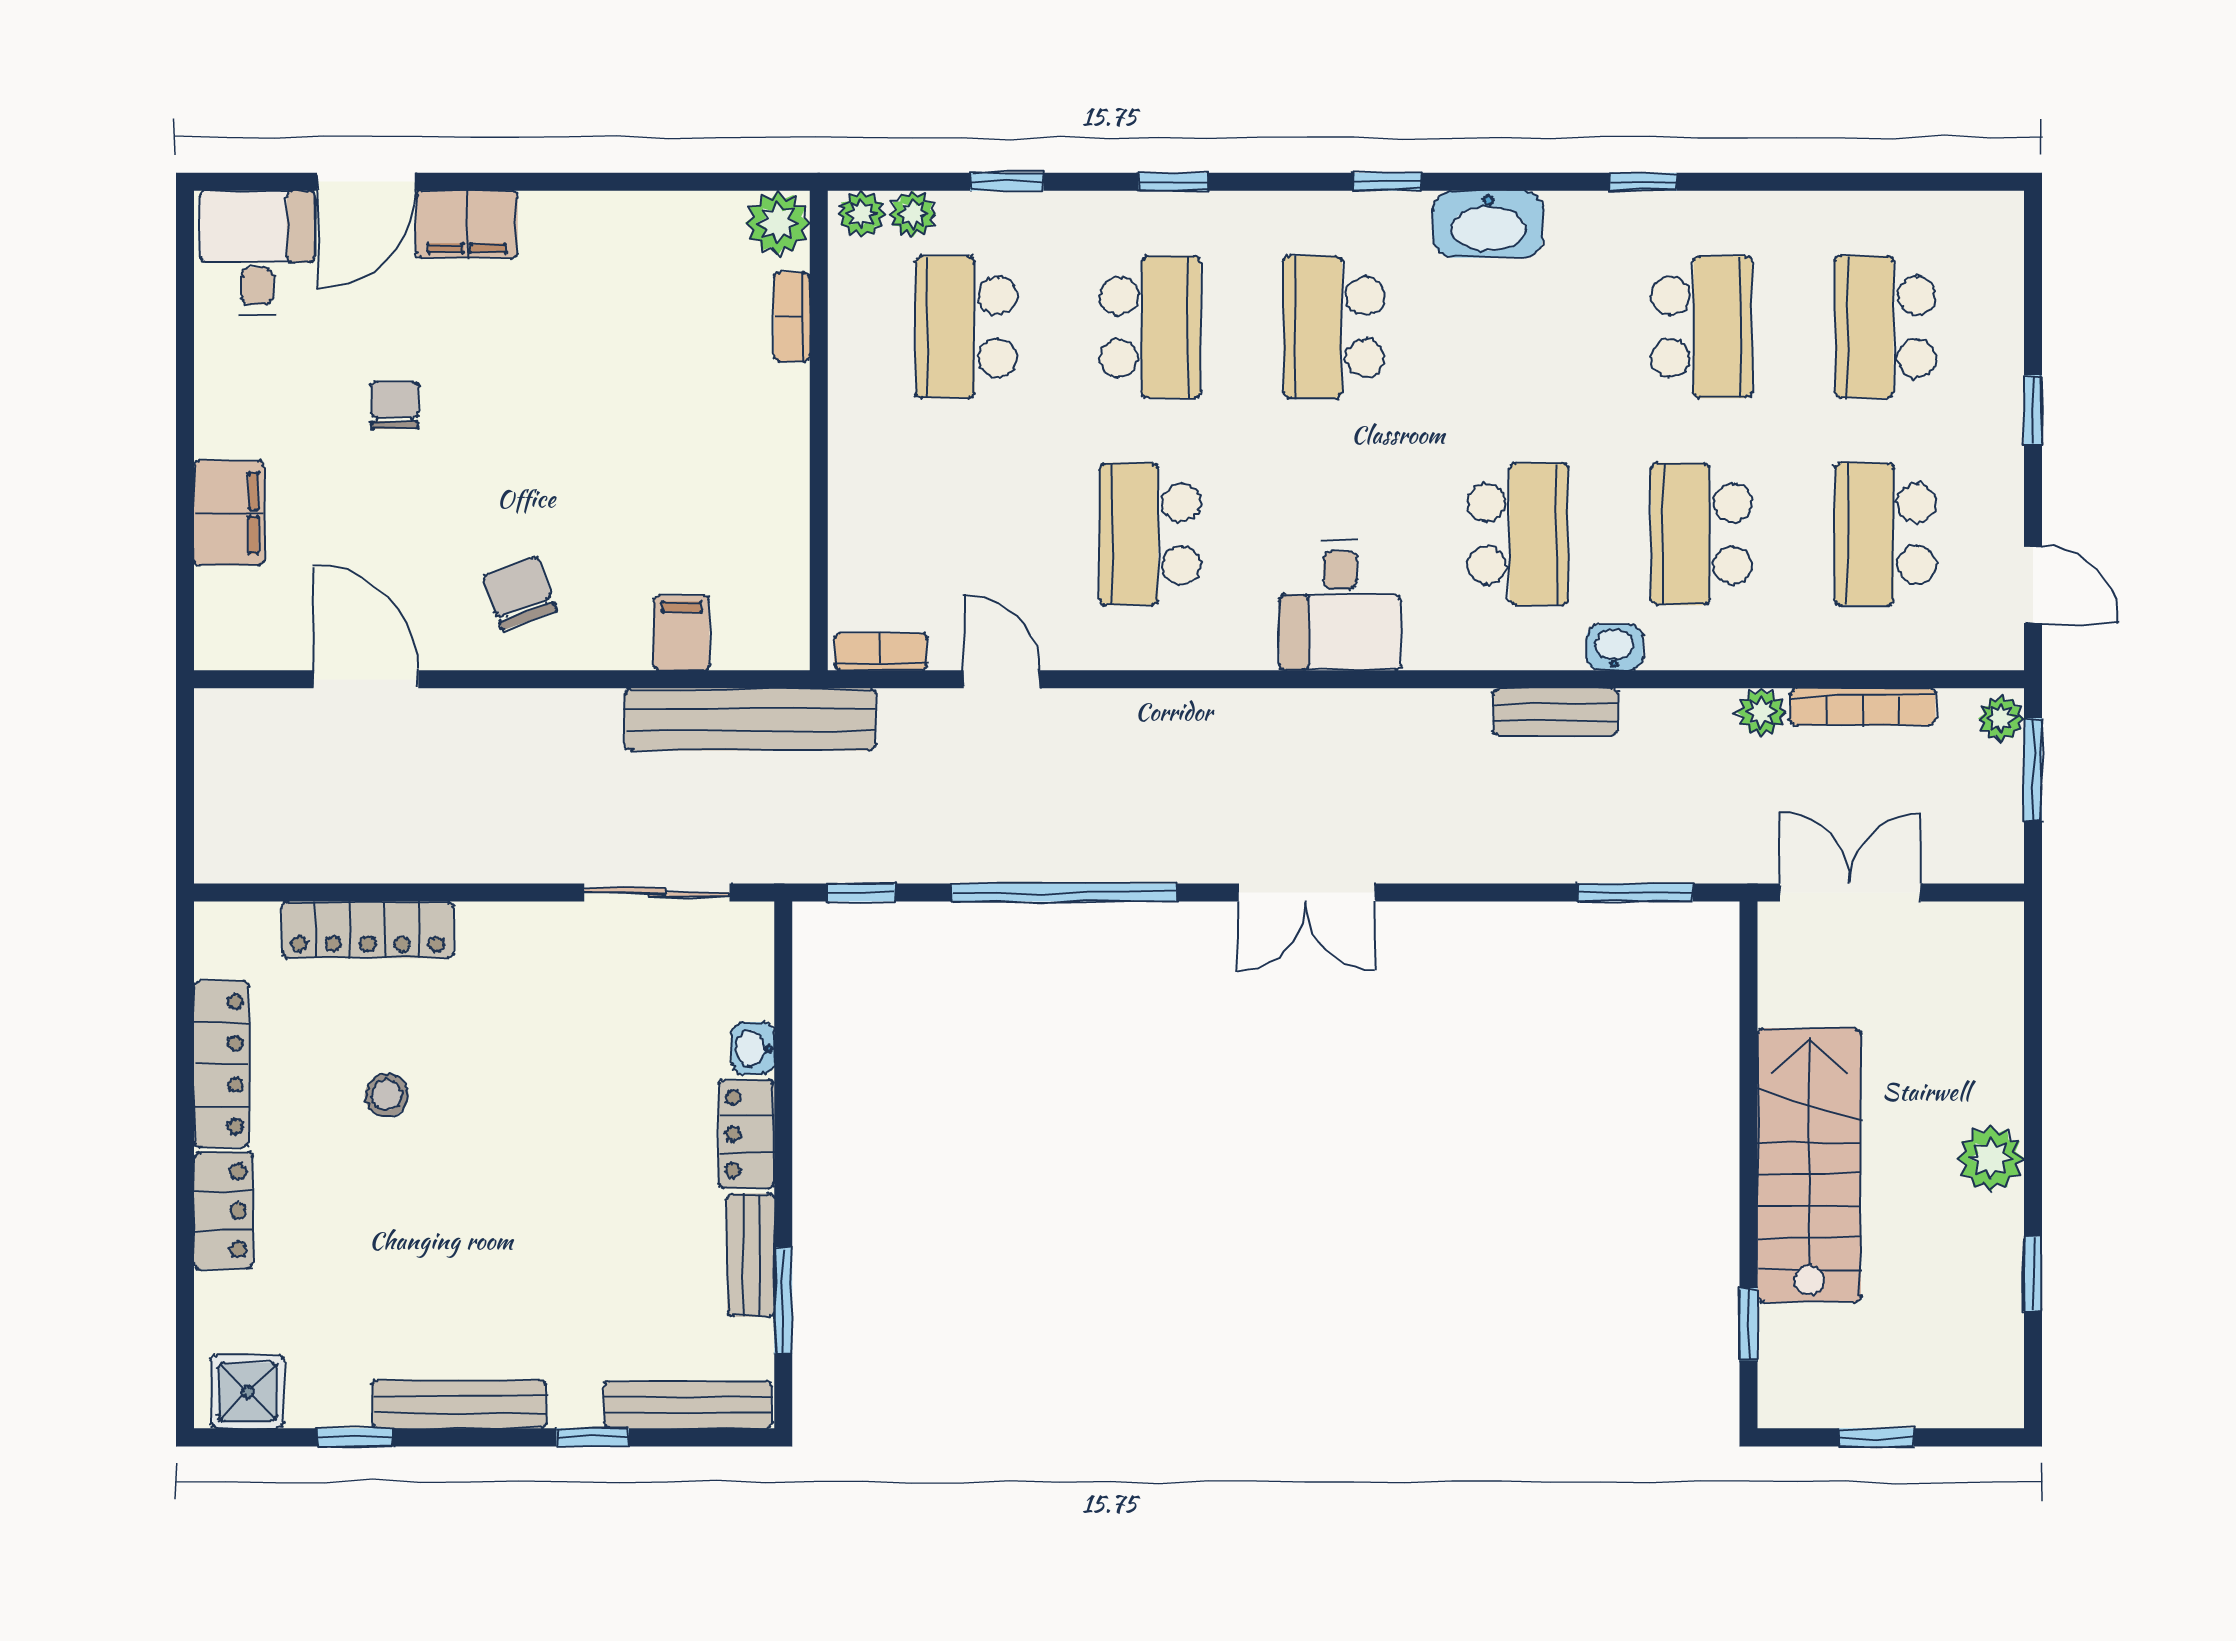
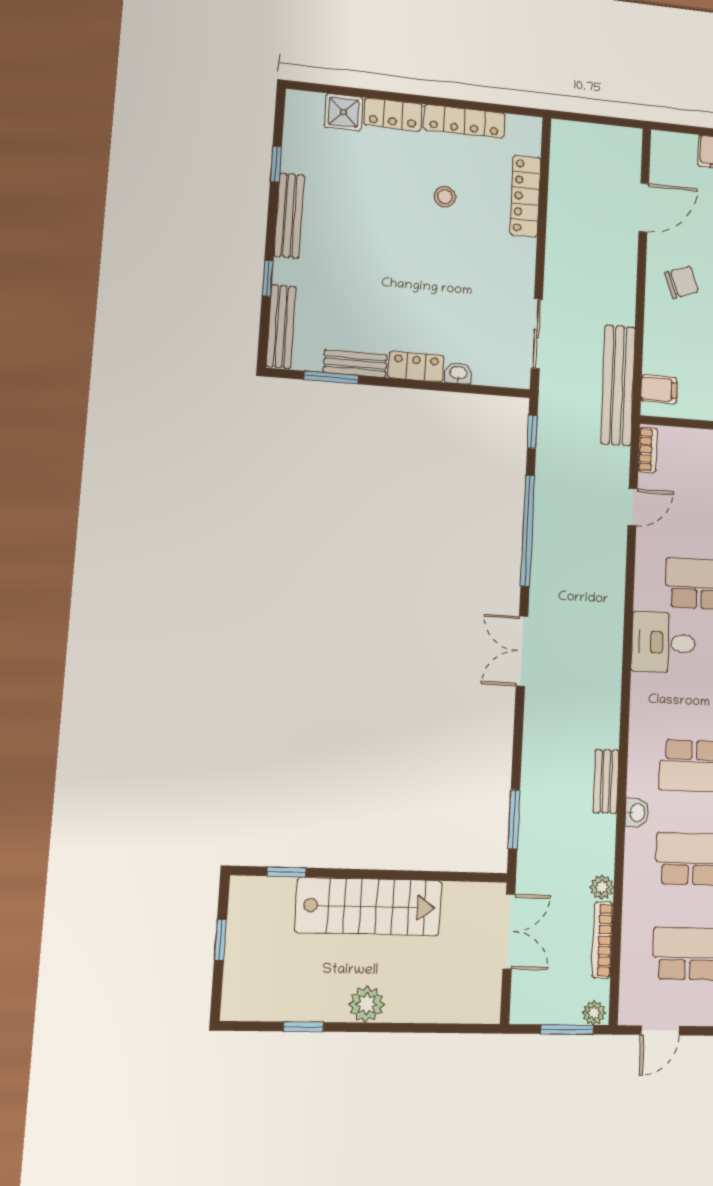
desk: (1340, 605) -> (663, 643), moved
filing cabinet: (681, 633) -> (659, 389), moved
shower: (247, 1392) -> (343, 112), moved

